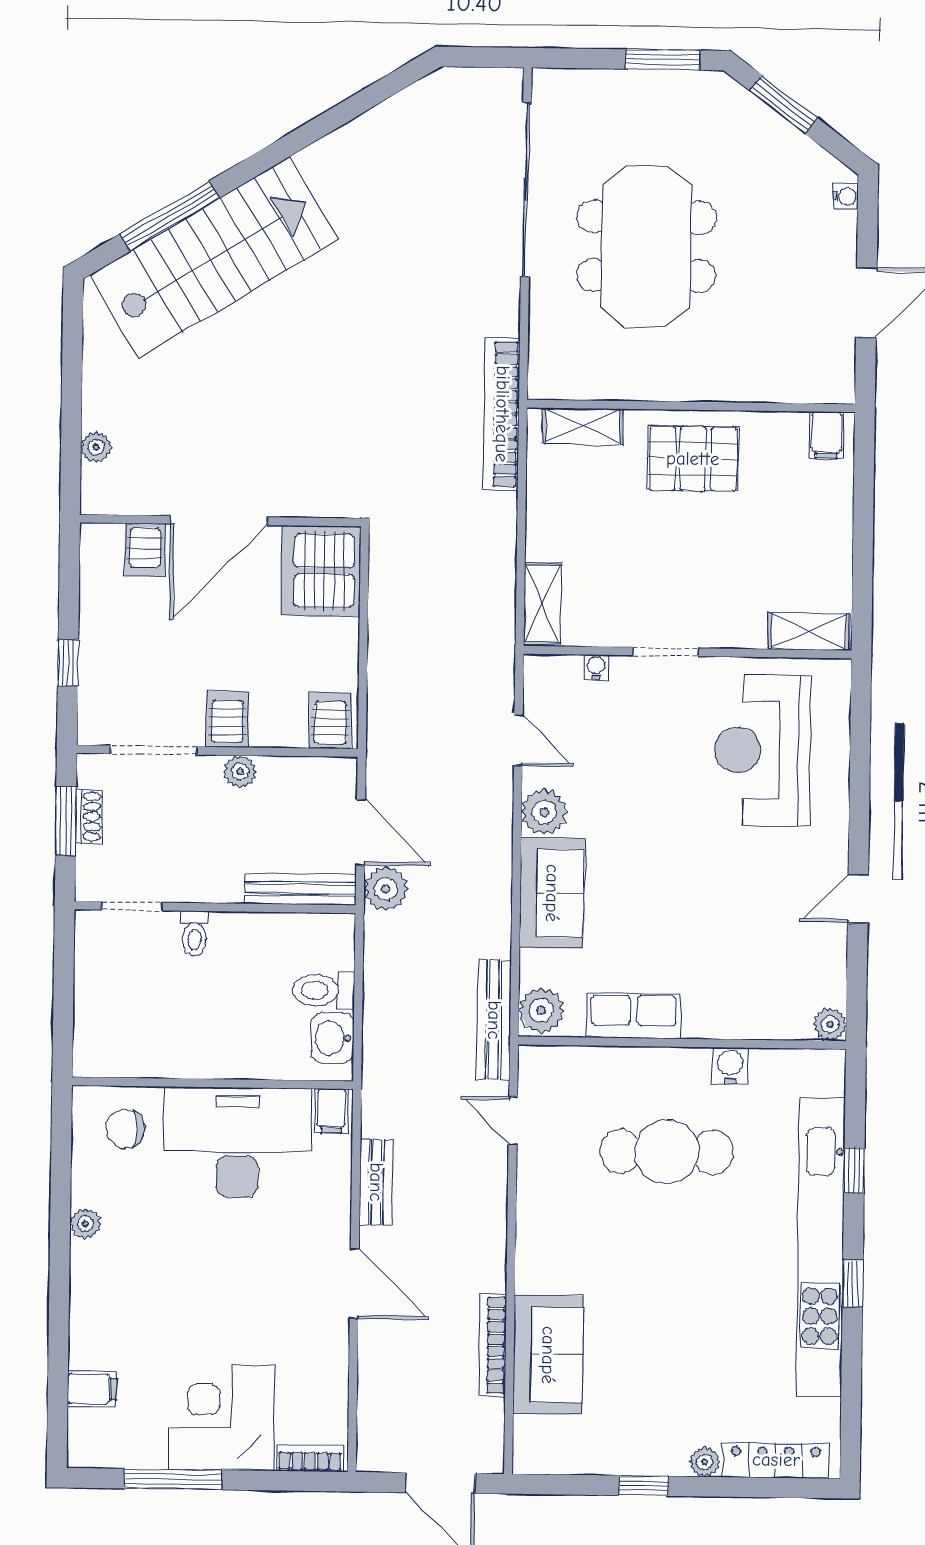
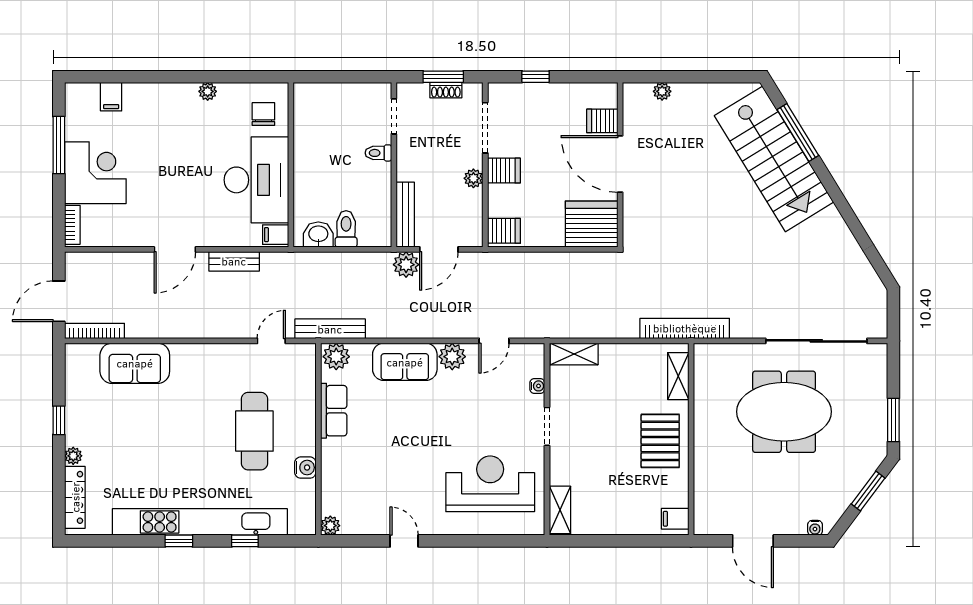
bookcase: (493, 1345) -> (94, 331), moved

